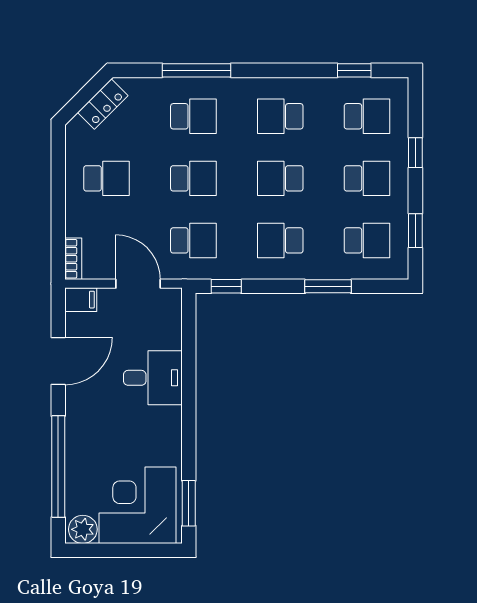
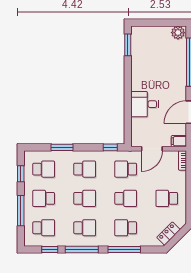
window: (286, 70) -> (82, 249), added
school desk: (367, 116) -> (44, 228), turned 180
window: (415, 153) -> (21, 211), width x2.17
school desk: (193, 178) -> (126, 198), turned 180
school desk: (367, 240) -> (44, 169), turned 180
door: (138, 284) -> (152, 149), hinge flipped
corner desk: (137, 505) -> (152, 44), removed

